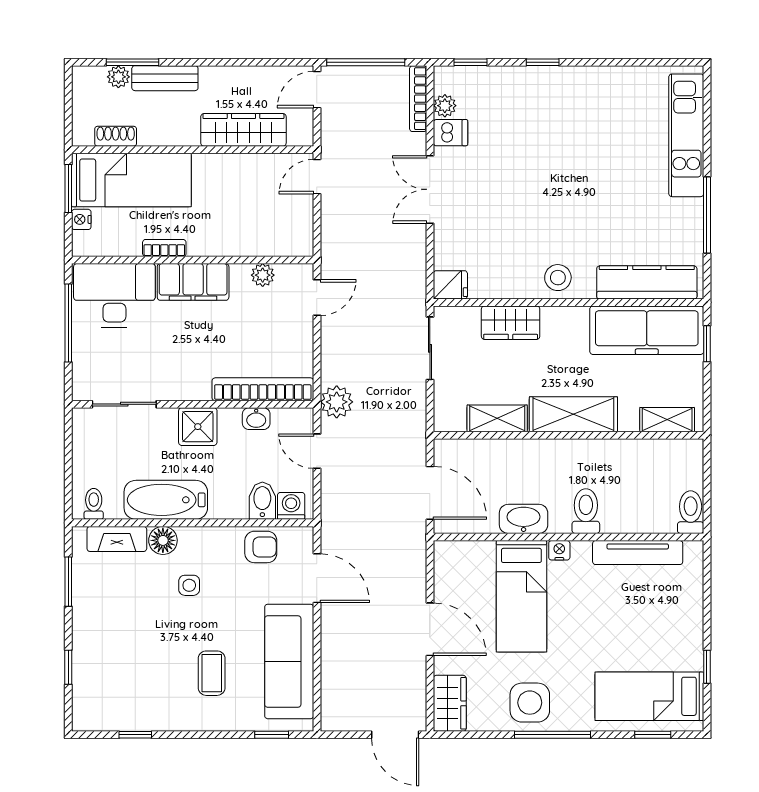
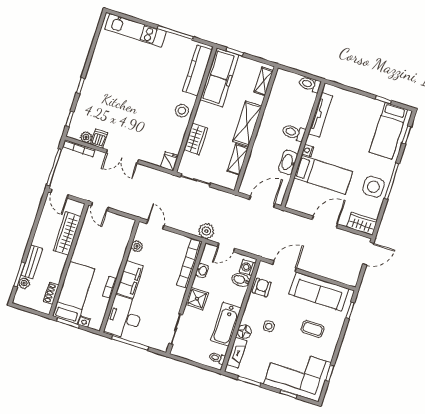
corner sofa: (114, 672) -> (297, 374), added

